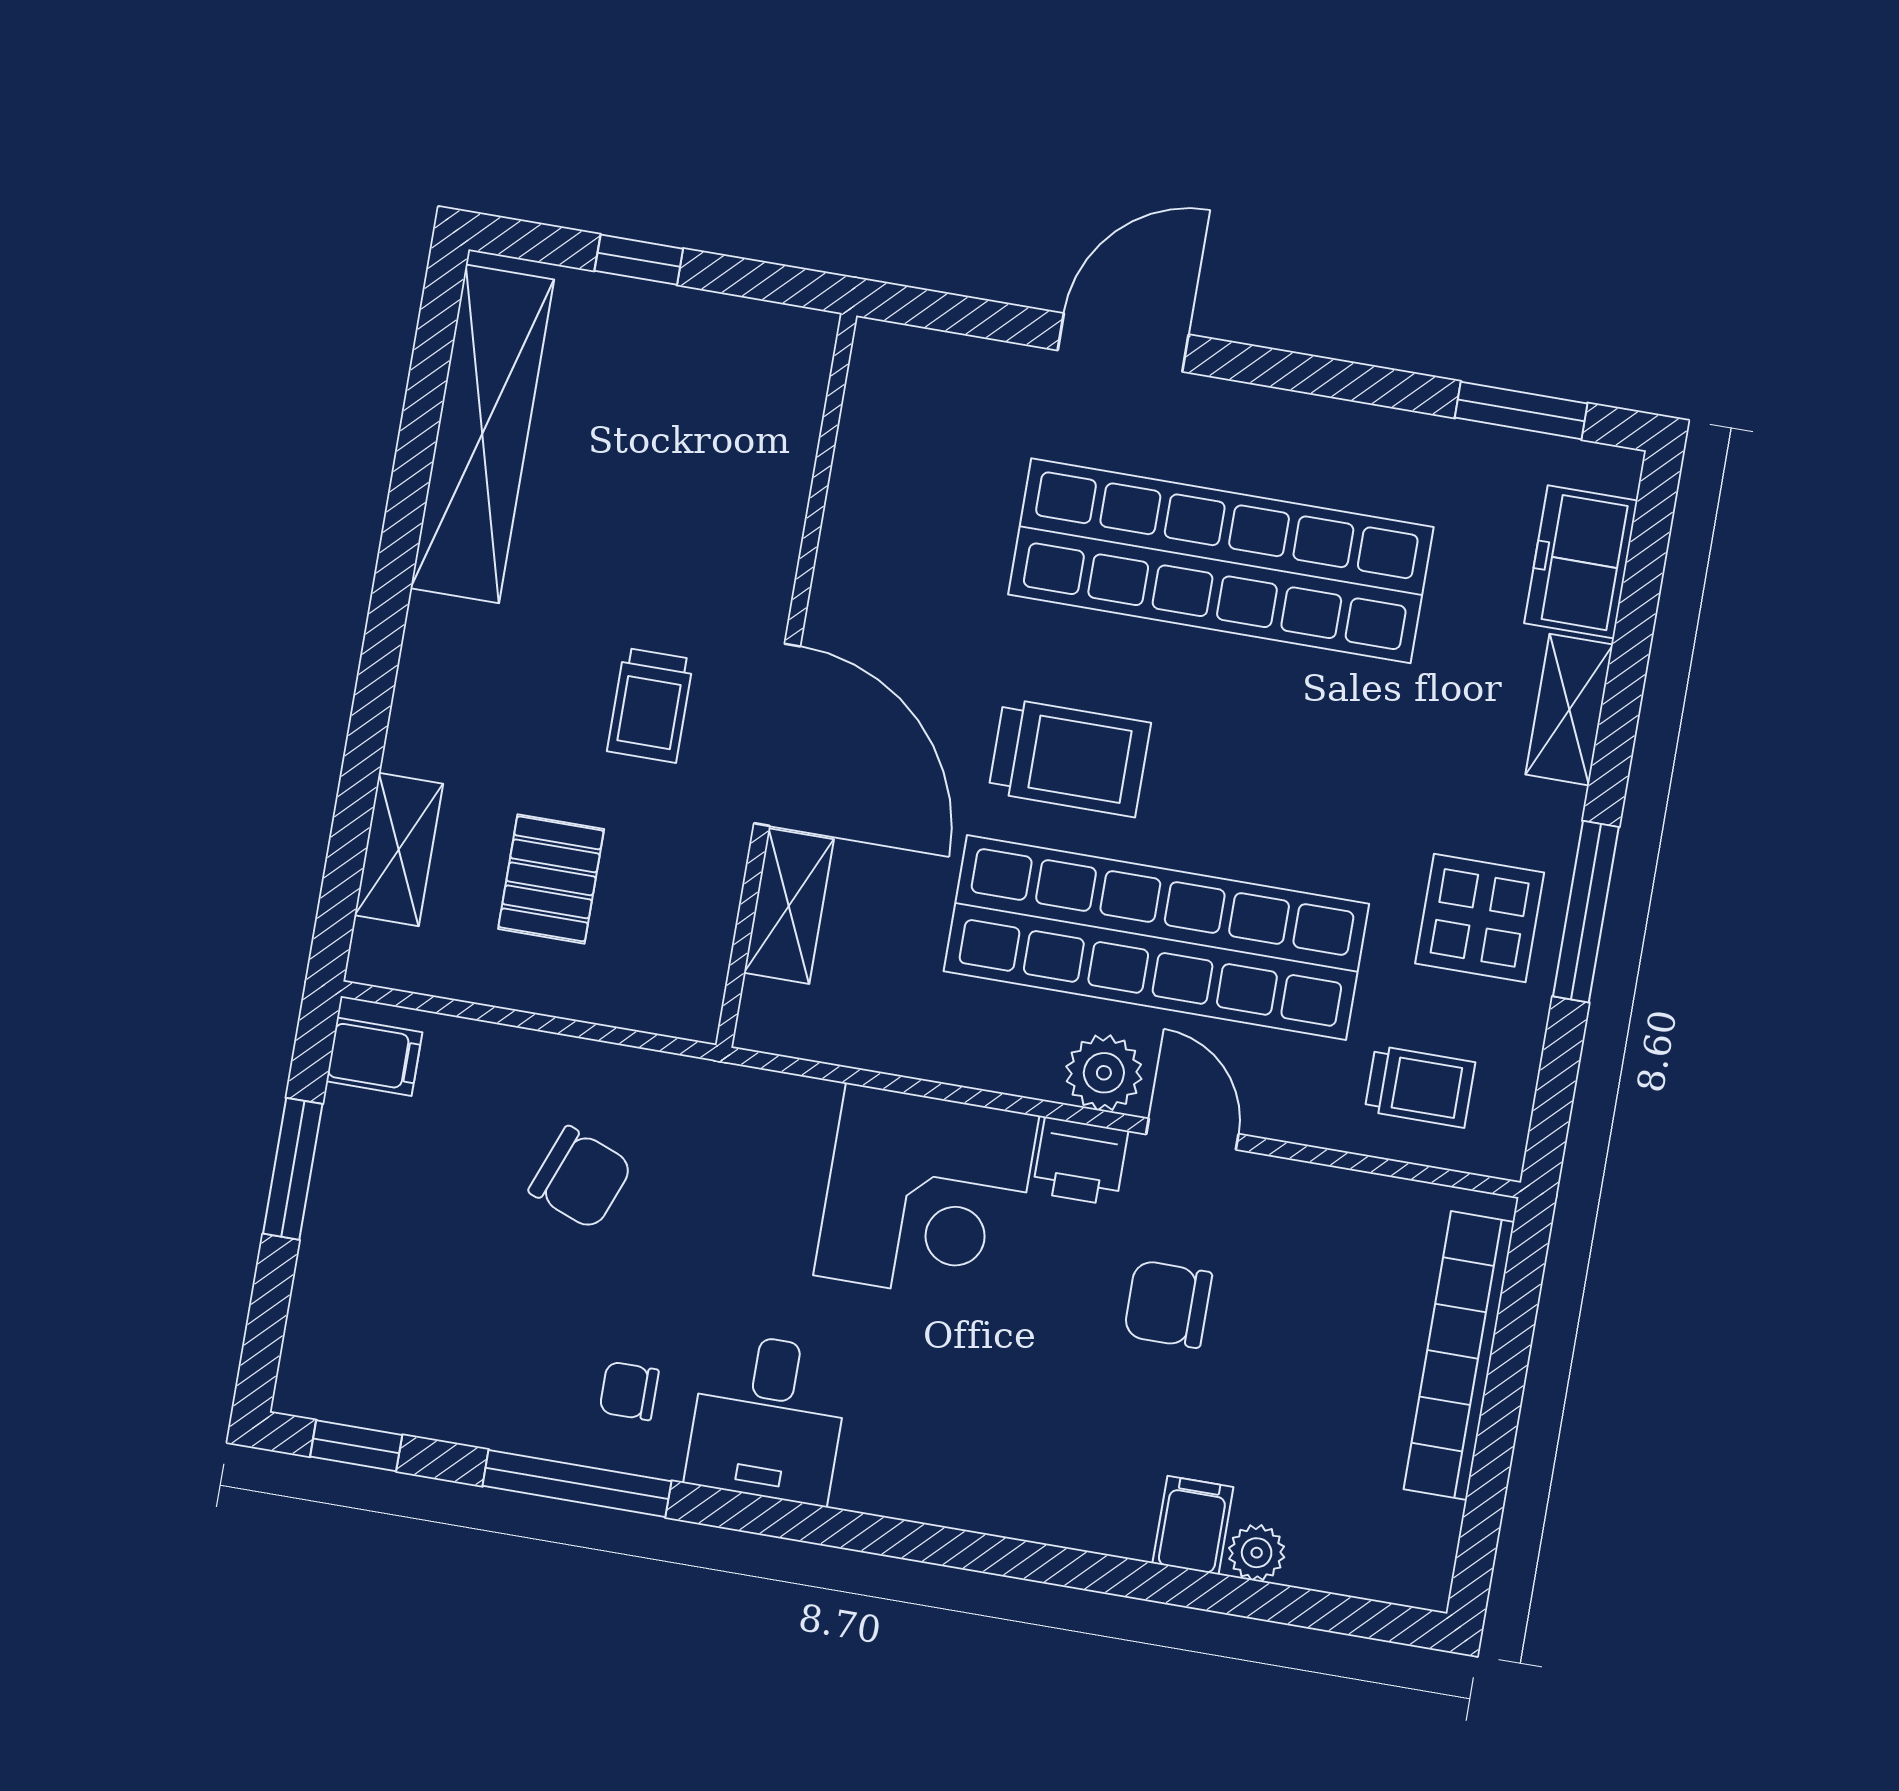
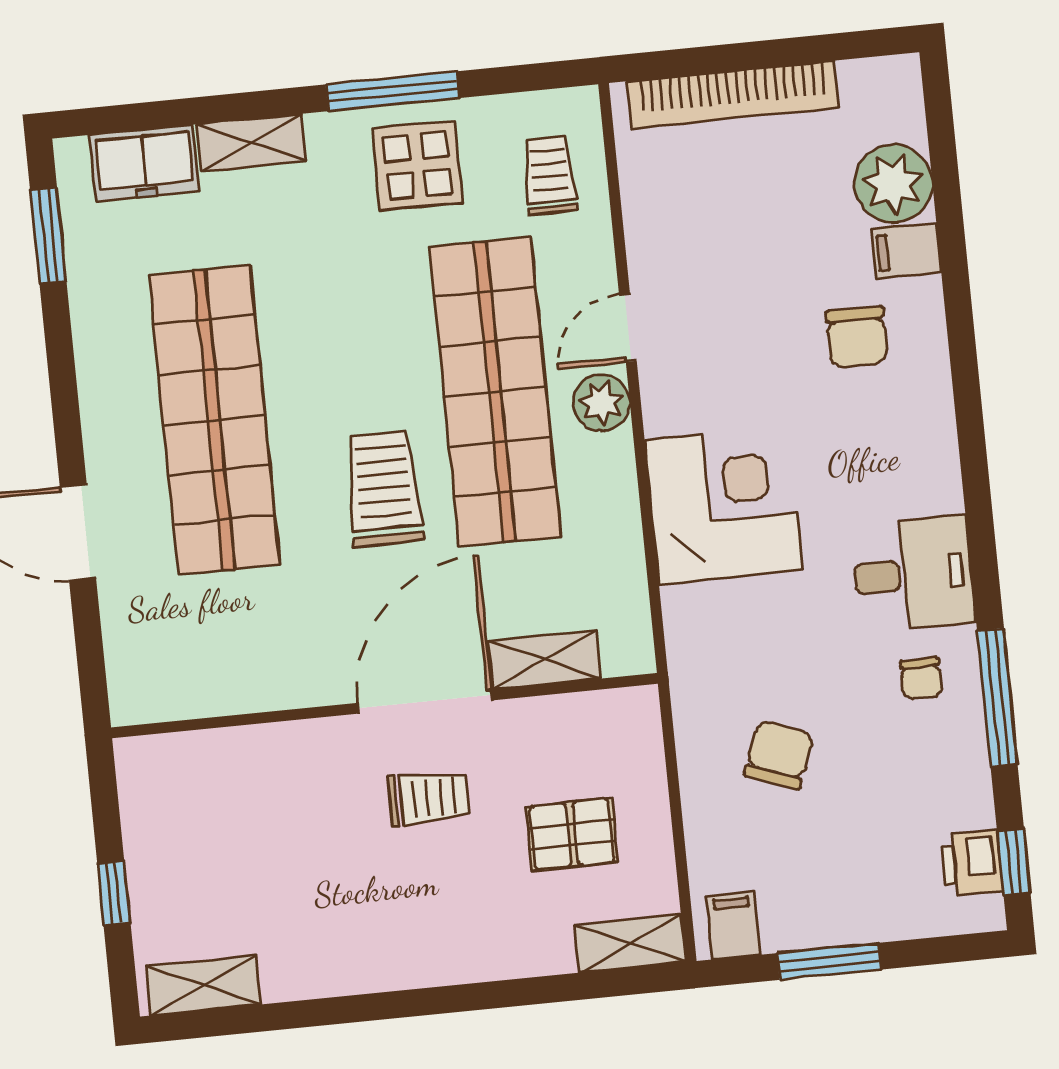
shelving: (482, 434) -> (204, 985), width x0.45, depth x0.75
shelving: (399, 850) -> (630, 944), moved
printer: (1080, 1161) -> (972, 863), moved, turned 180
chair: (1168, 1304) -> (857, 337), moved
plant: (1257, 1553) -> (893, 184), width x1.88, depth x1.88

